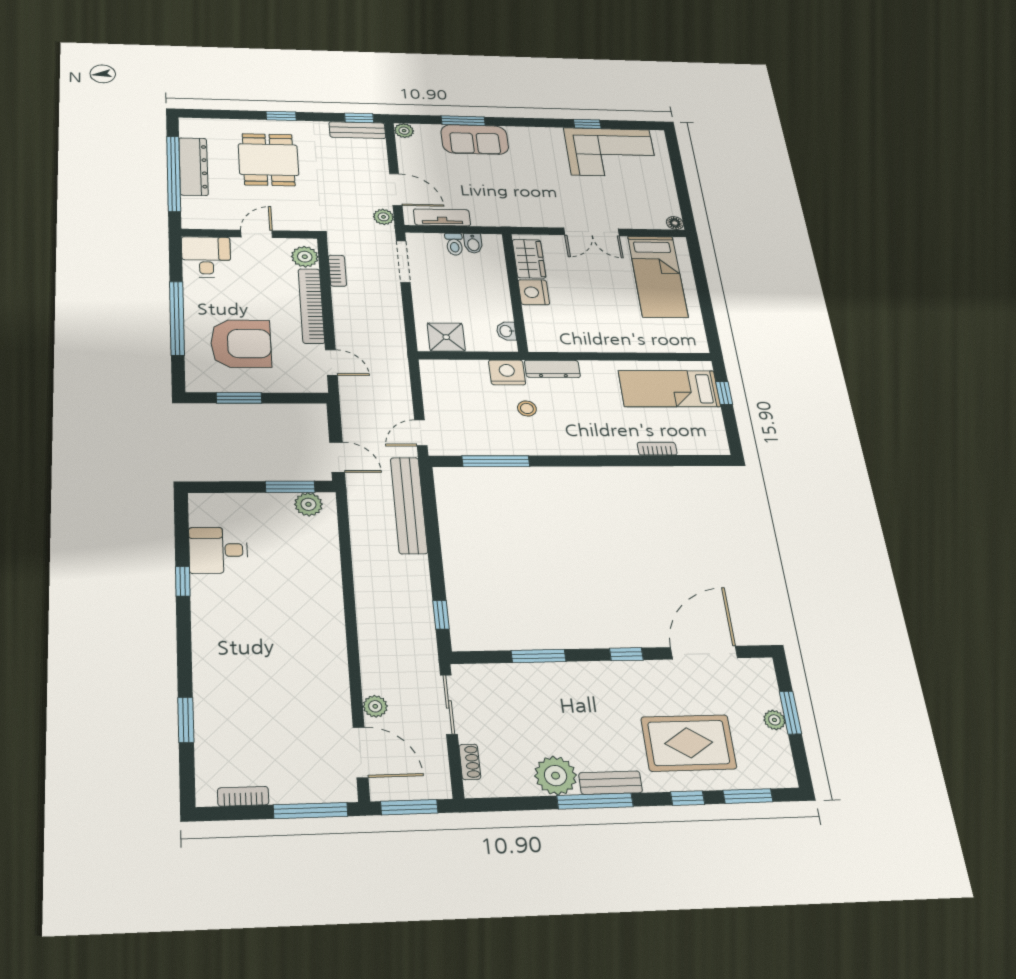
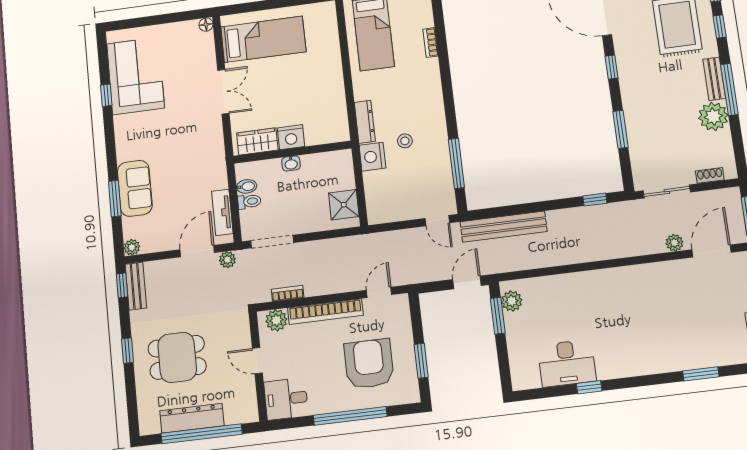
washbasin: (506, 331) -> (291, 163), moved
desk: (218, 550) -> (567, 363), width x1.37

